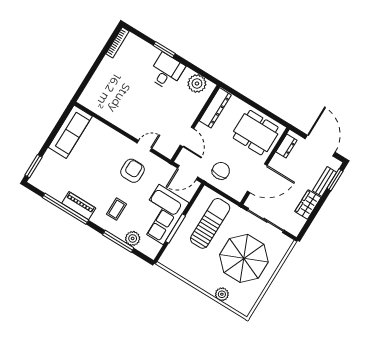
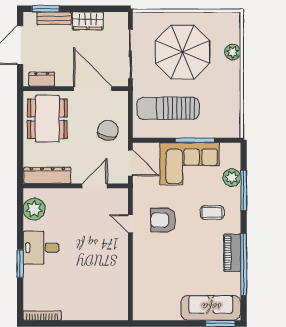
sofa: (70, 132) -> (211, 308), moved
chair: (221, 171) -> (108, 130), turned 102

